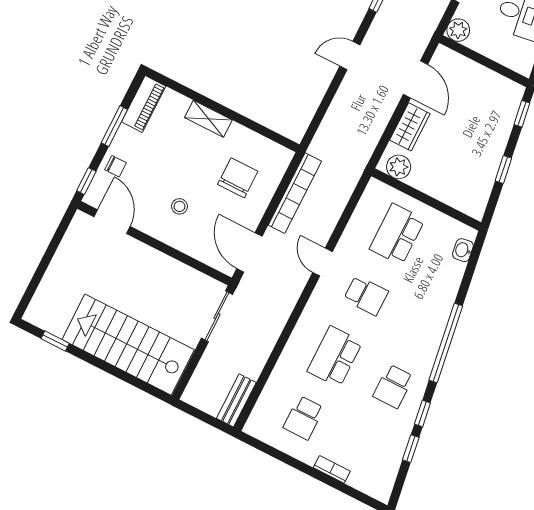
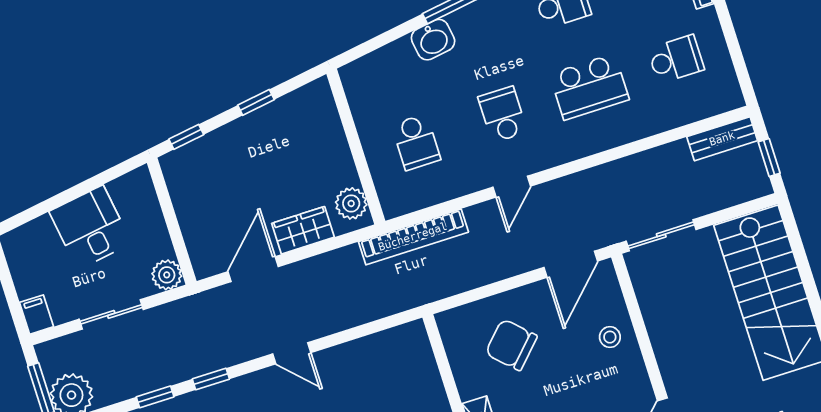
chair: (238, 178) -> (511, 345), turned 44
bookcase: (295, 193) -> (413, 237), moved, turned 180
stool: (179, 206) -> (610, 337), moved
school desk: (397, 234) -> (416, 142), width x0.54
washbasin: (463, 250) -> (433, 40), moved, width x1.38, depth x1.45
window: (201, 415) -> (769, 158), added

